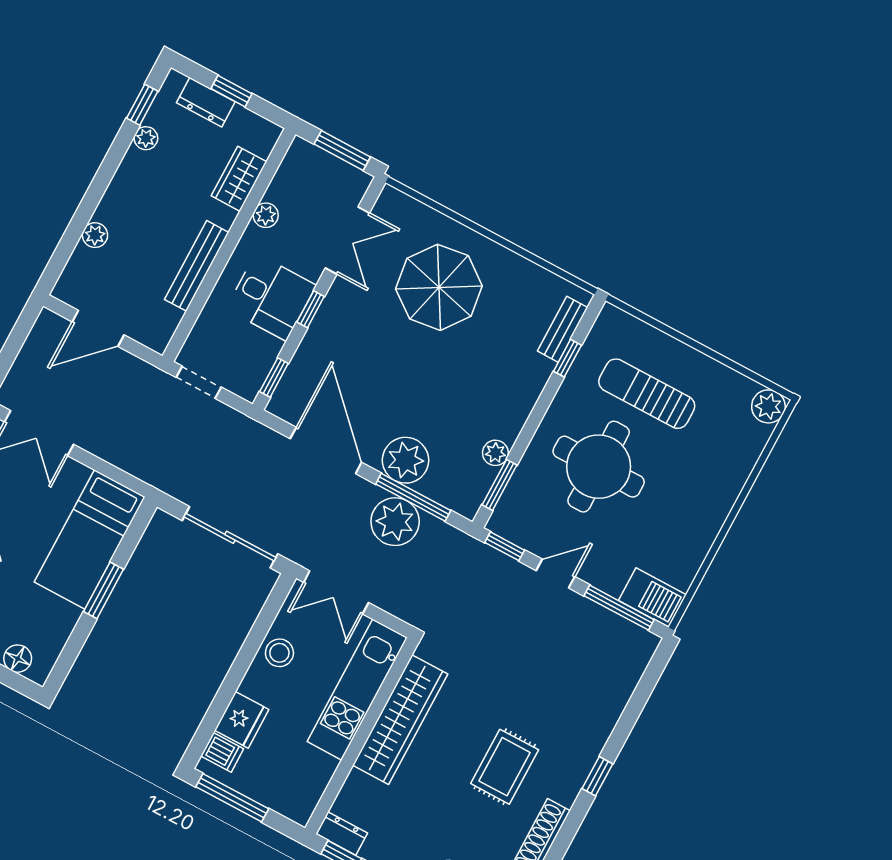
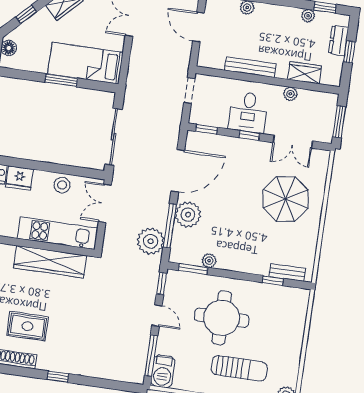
sun lounger: (647, 394) -> (239, 368), moved, turned 90
plant: (395, 522) -> (151, 241), moved
rug: (505, 767) -> (28, 326), moved

